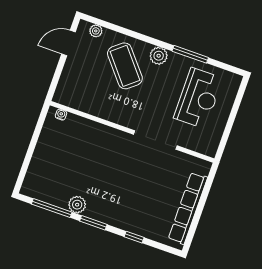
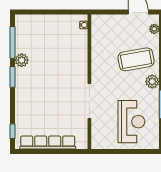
coffee table: (125, 66) -> (136, 59), turned 30
reception desk: (198, 98) -> (131, 122), turned -90
window: (134, 237) -> (13, 131), moved

